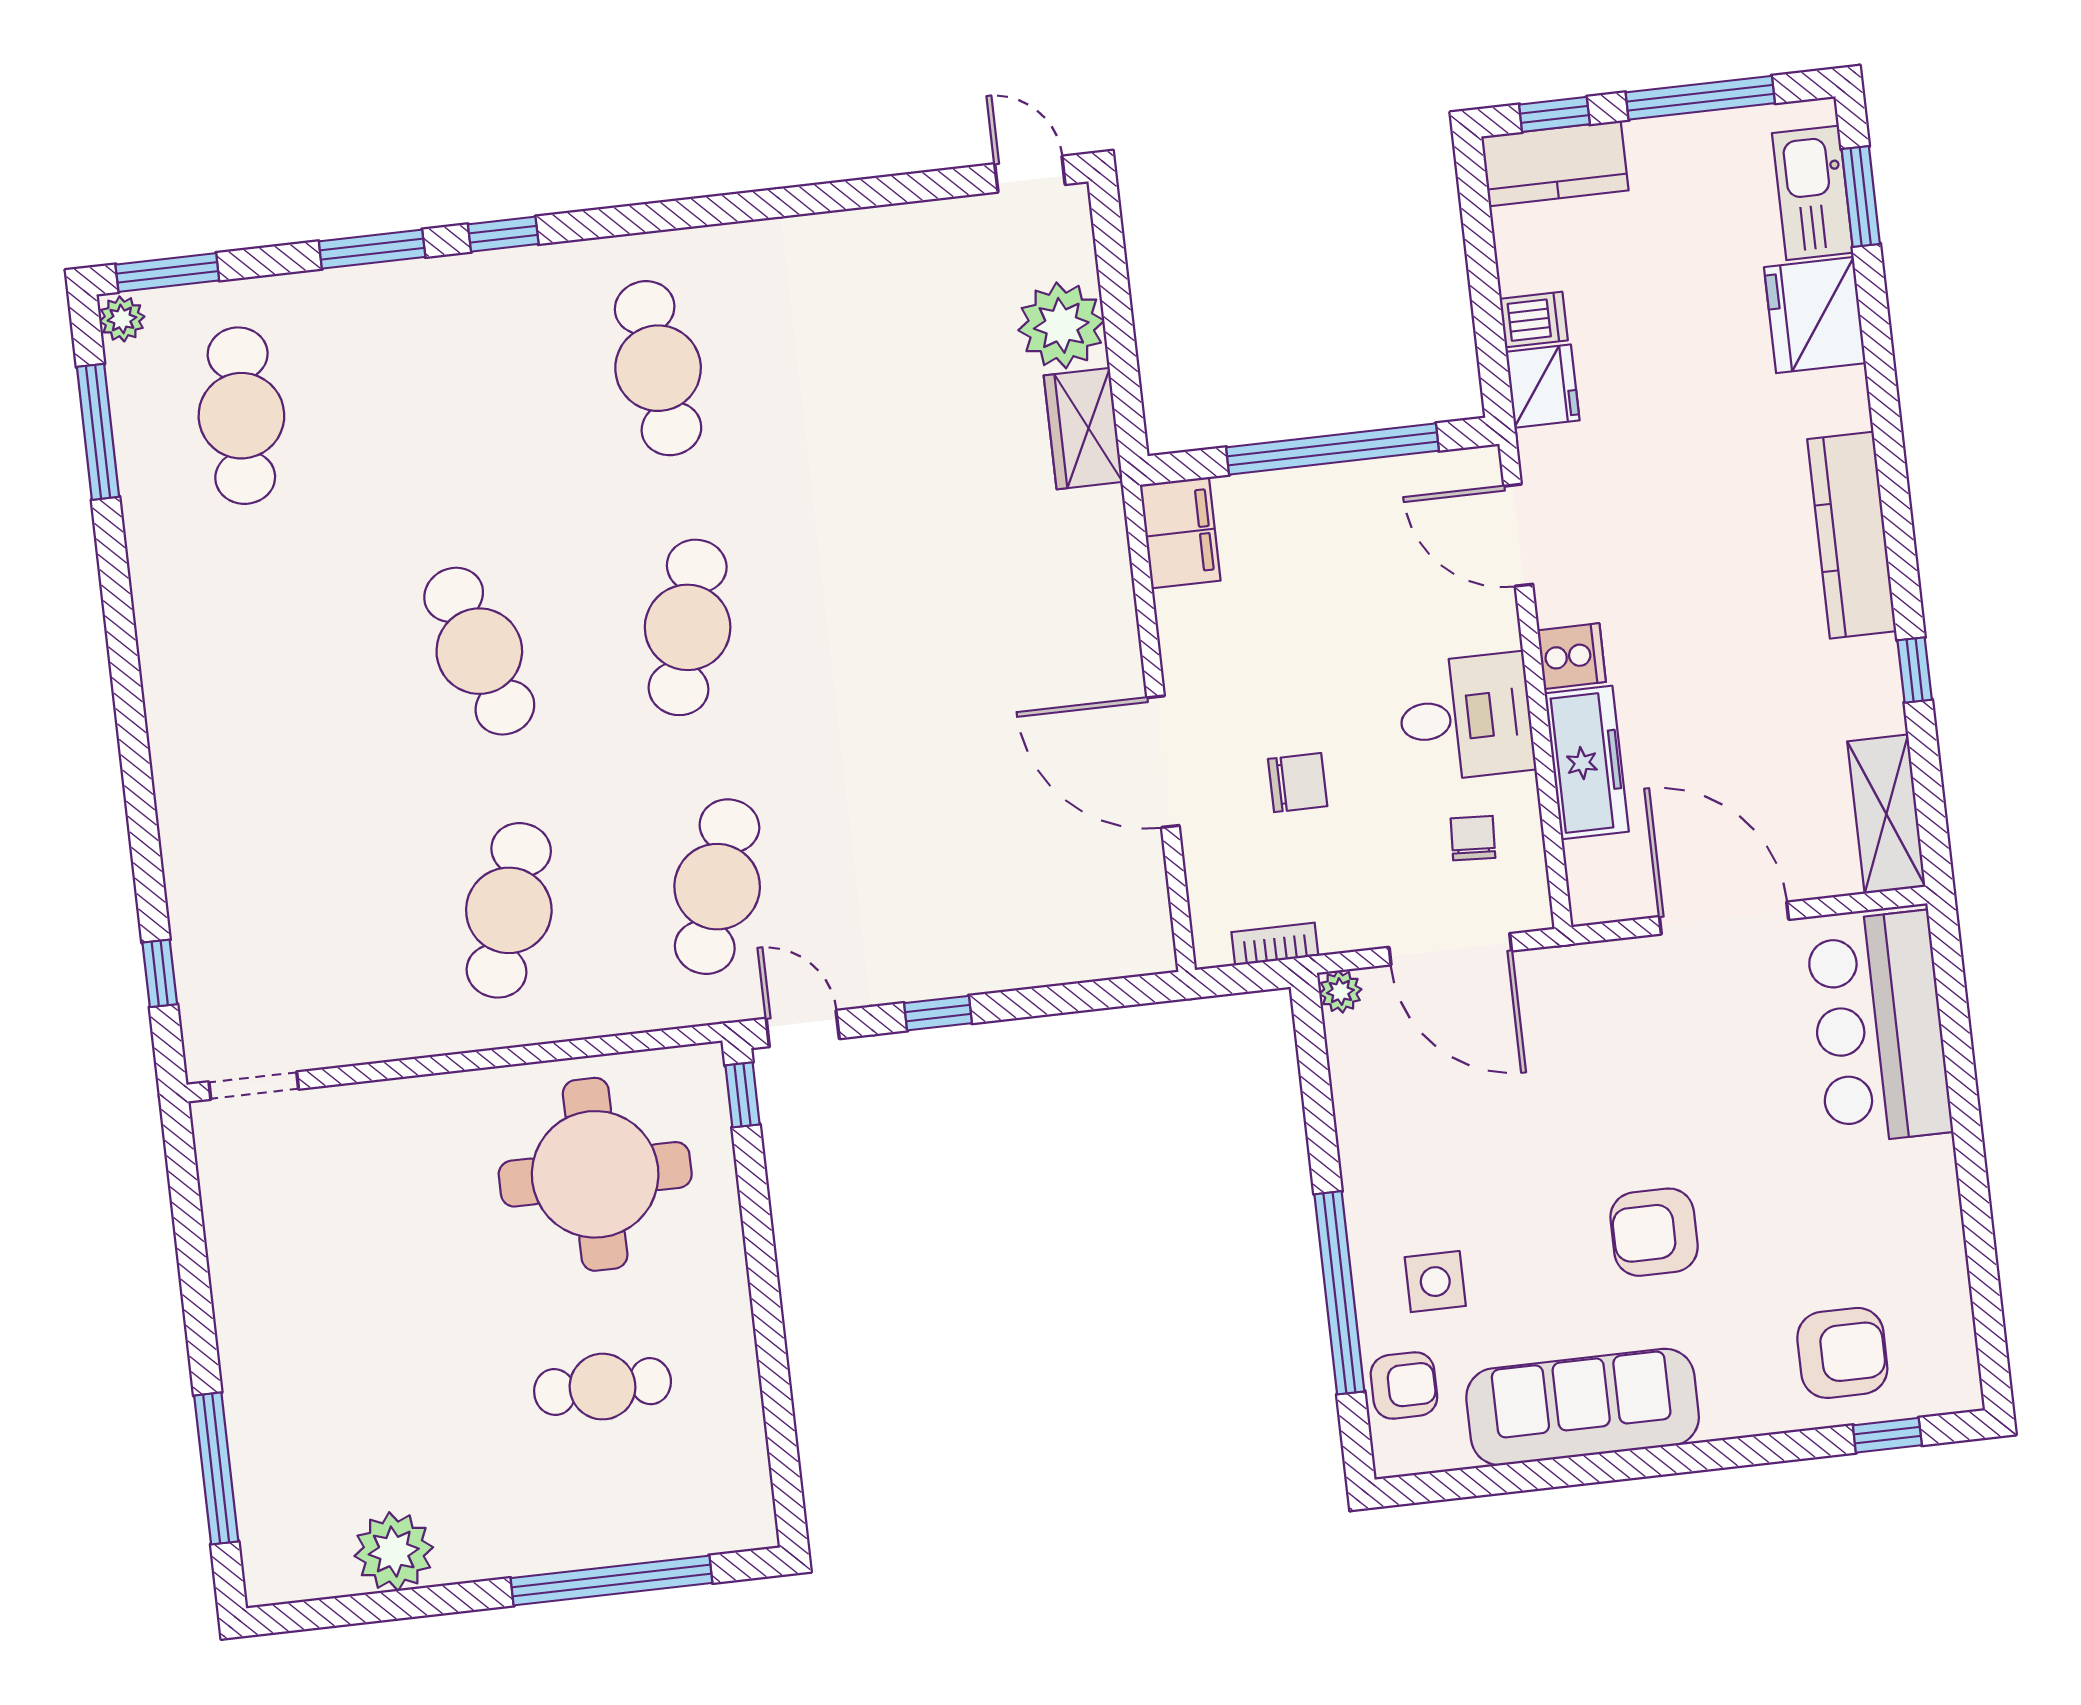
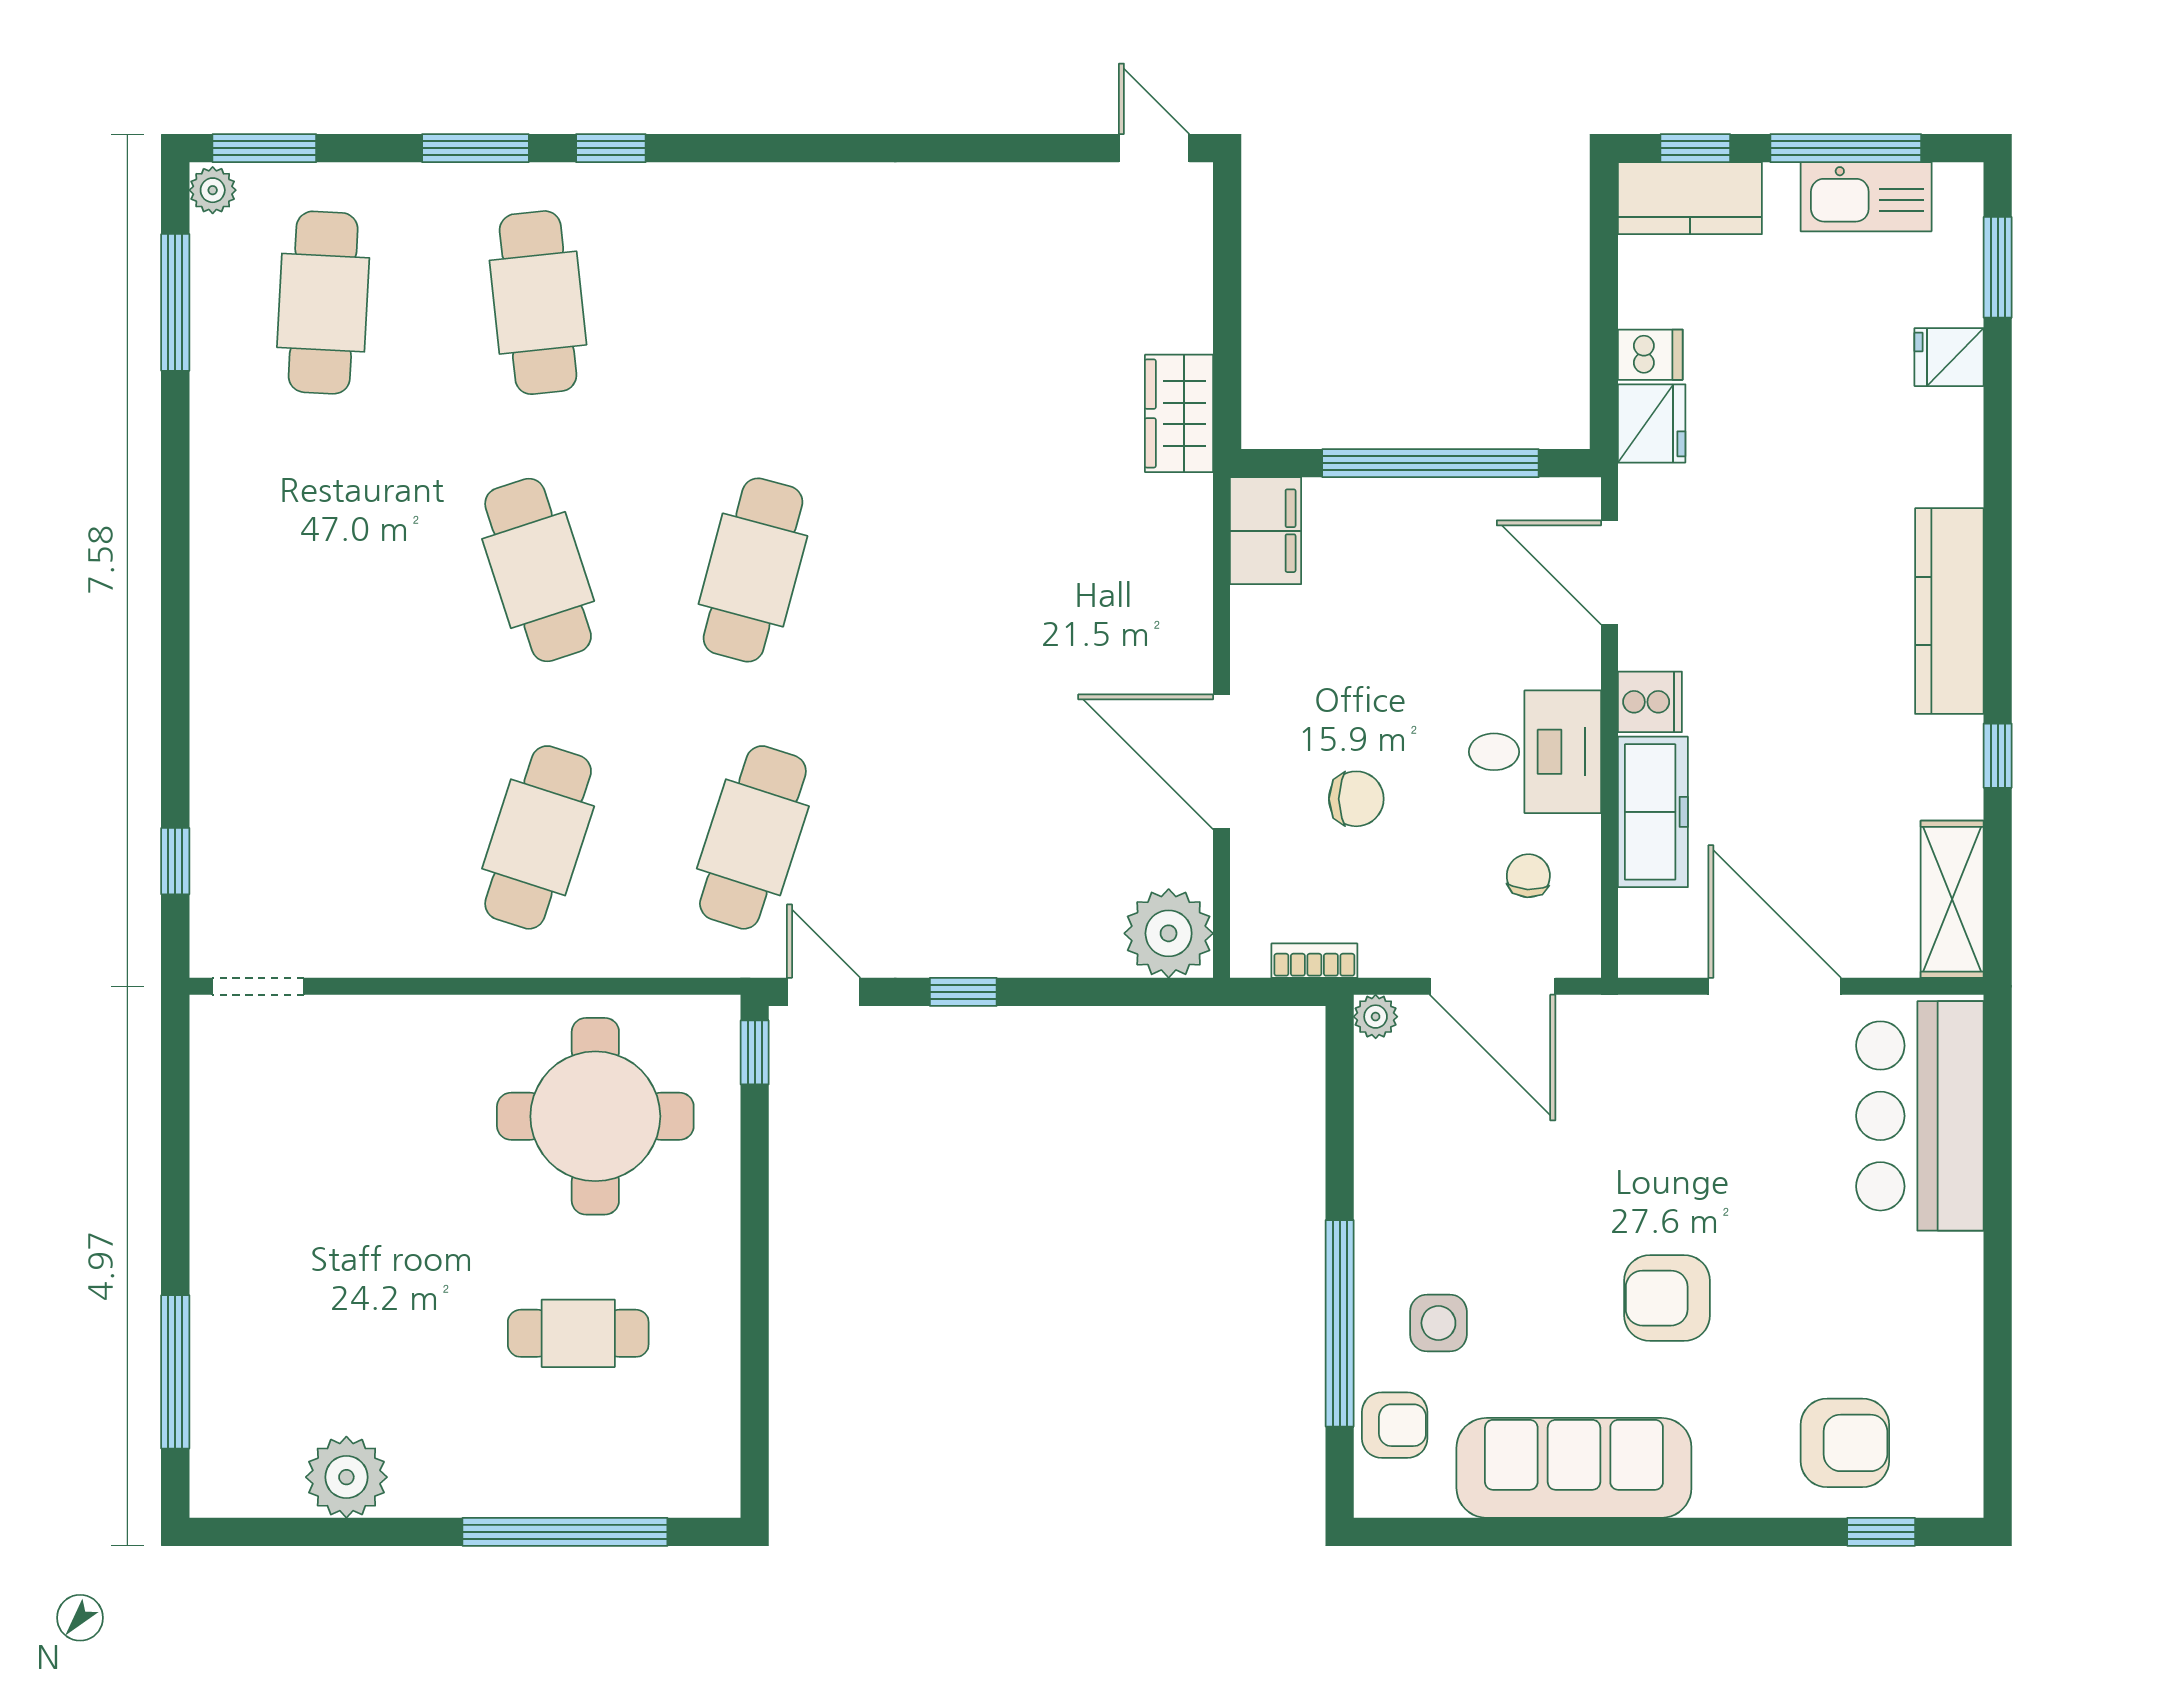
kitchen sink: (1813, 193) -> (1866, 197), moved, turned -90
fridge: (1815, 315) -> (1949, 357), width x0.53, depth x0.75
plant: (1061, 325) -> (1169, 933), moved
cafe table: (658, 368) -> (538, 303), moved

